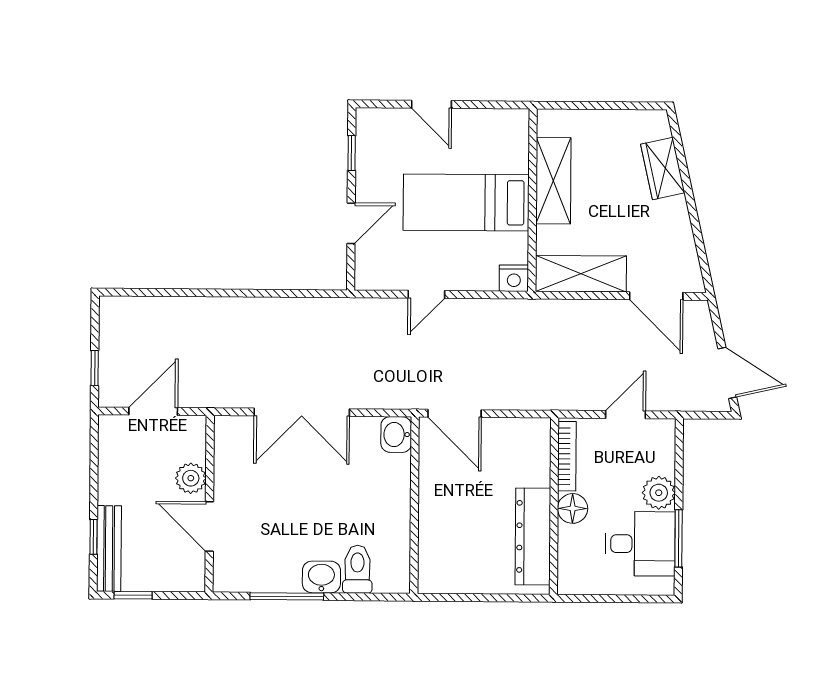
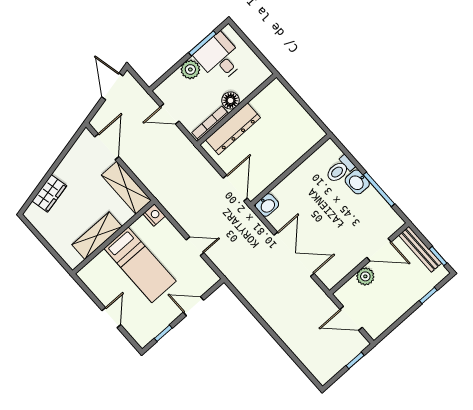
door: (209, 527) -> (379, 250), hinge flipped
dresser: (533, 536) -> (233, 129), moved
bench: (109, 549) -> (420, 249), moved, turned 90

